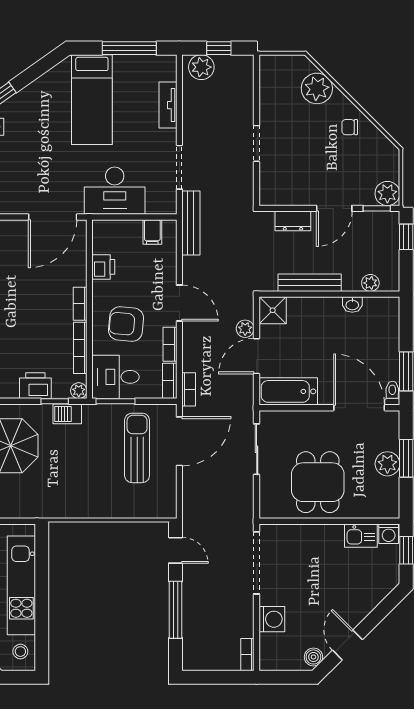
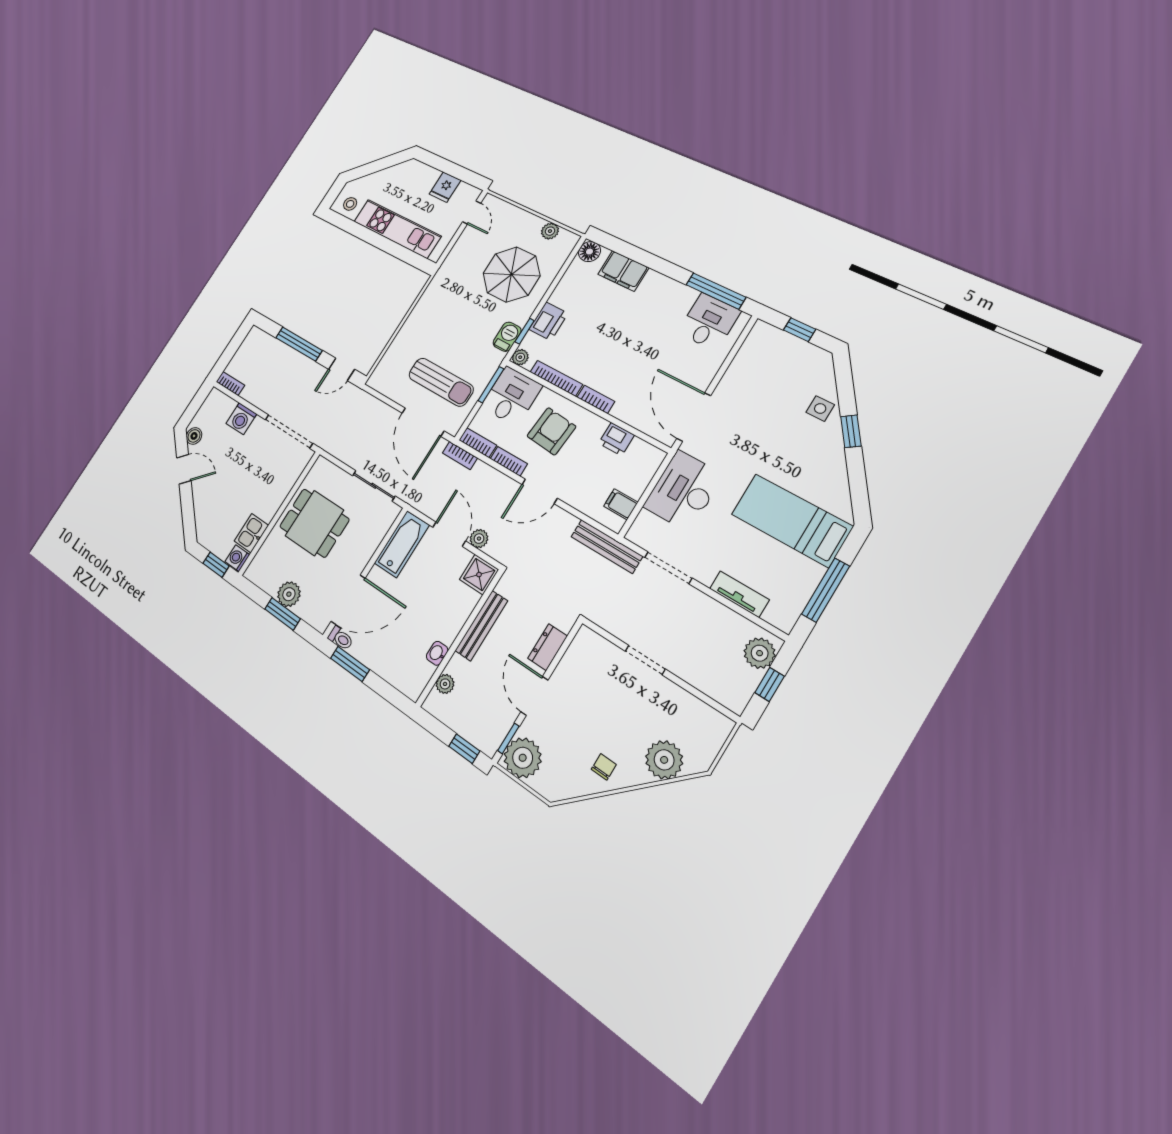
plant: (387, 194) -> (523, 758), width x1.36, depth x1.36

